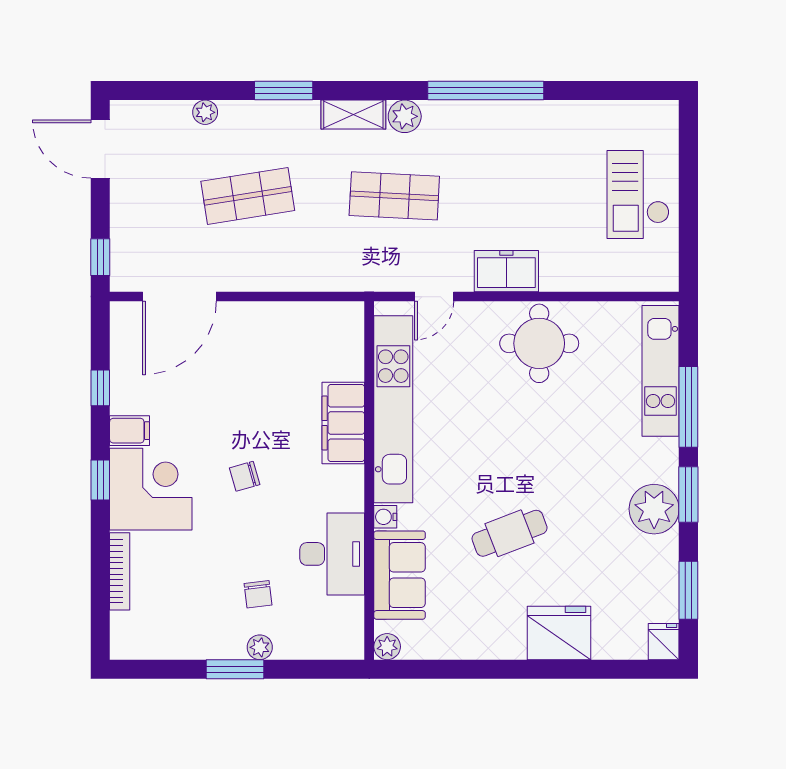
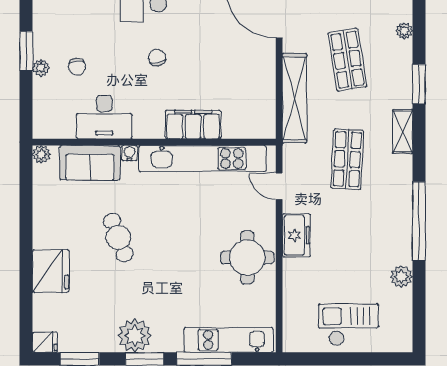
plant: (405, 116) -> (401, 277), moved
shelving: (305, 274) -> (294, 98), added
chair: (258, 594) -> (77, 67), turned -87

